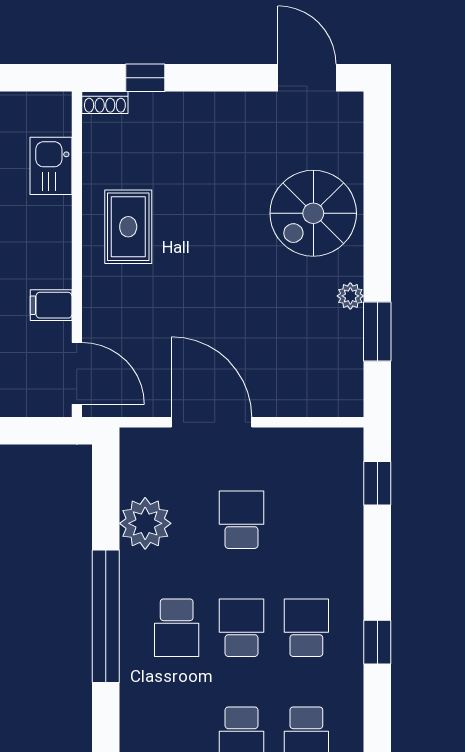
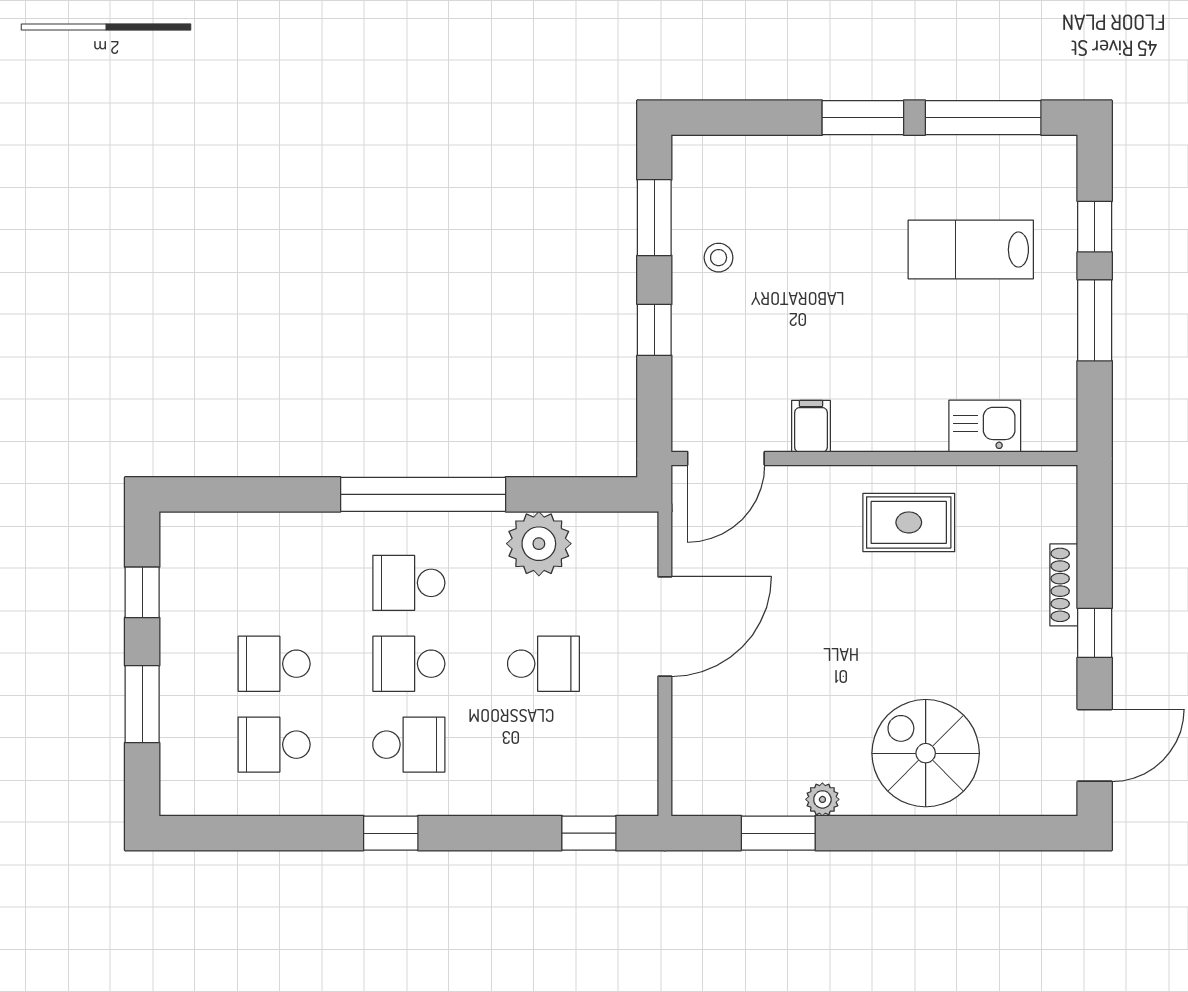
window: (145, 78) -> (1095, 633), moved
shoe rack: (105, 102) -> (1064, 585), moved, width x1.43
school desk: (242, 628) -> (409, 664), turned 180

